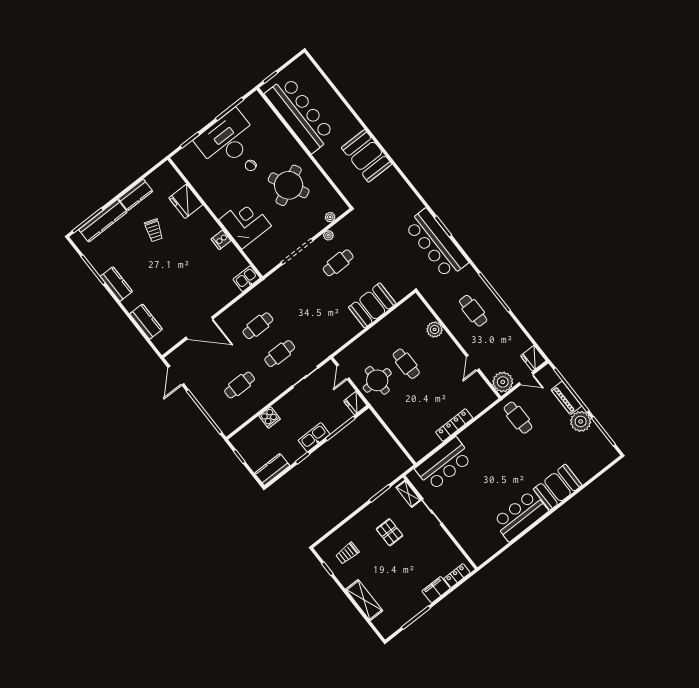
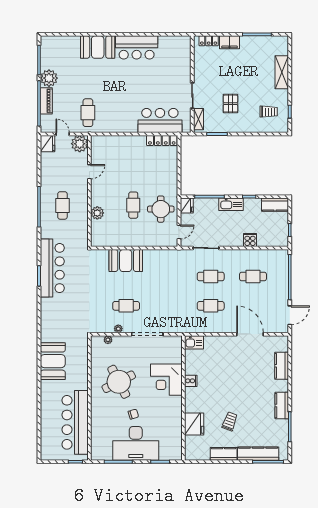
locker: (454, 425) -> (162, 141), moved

